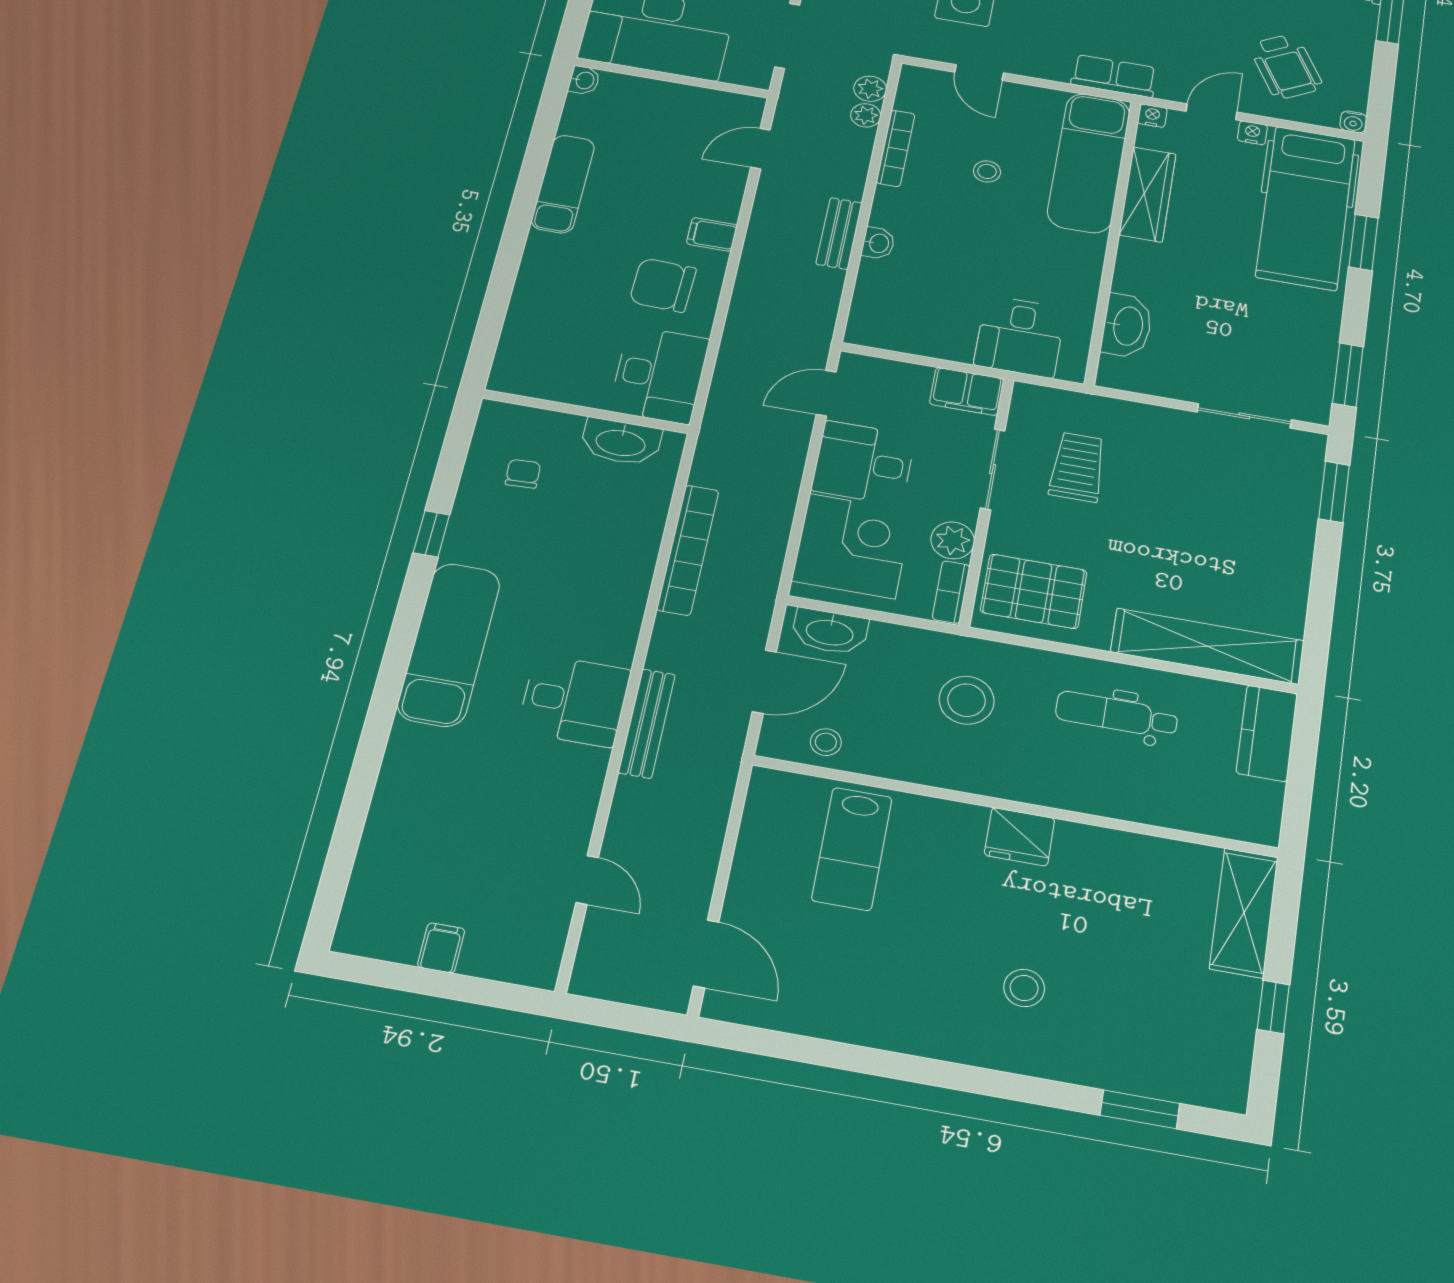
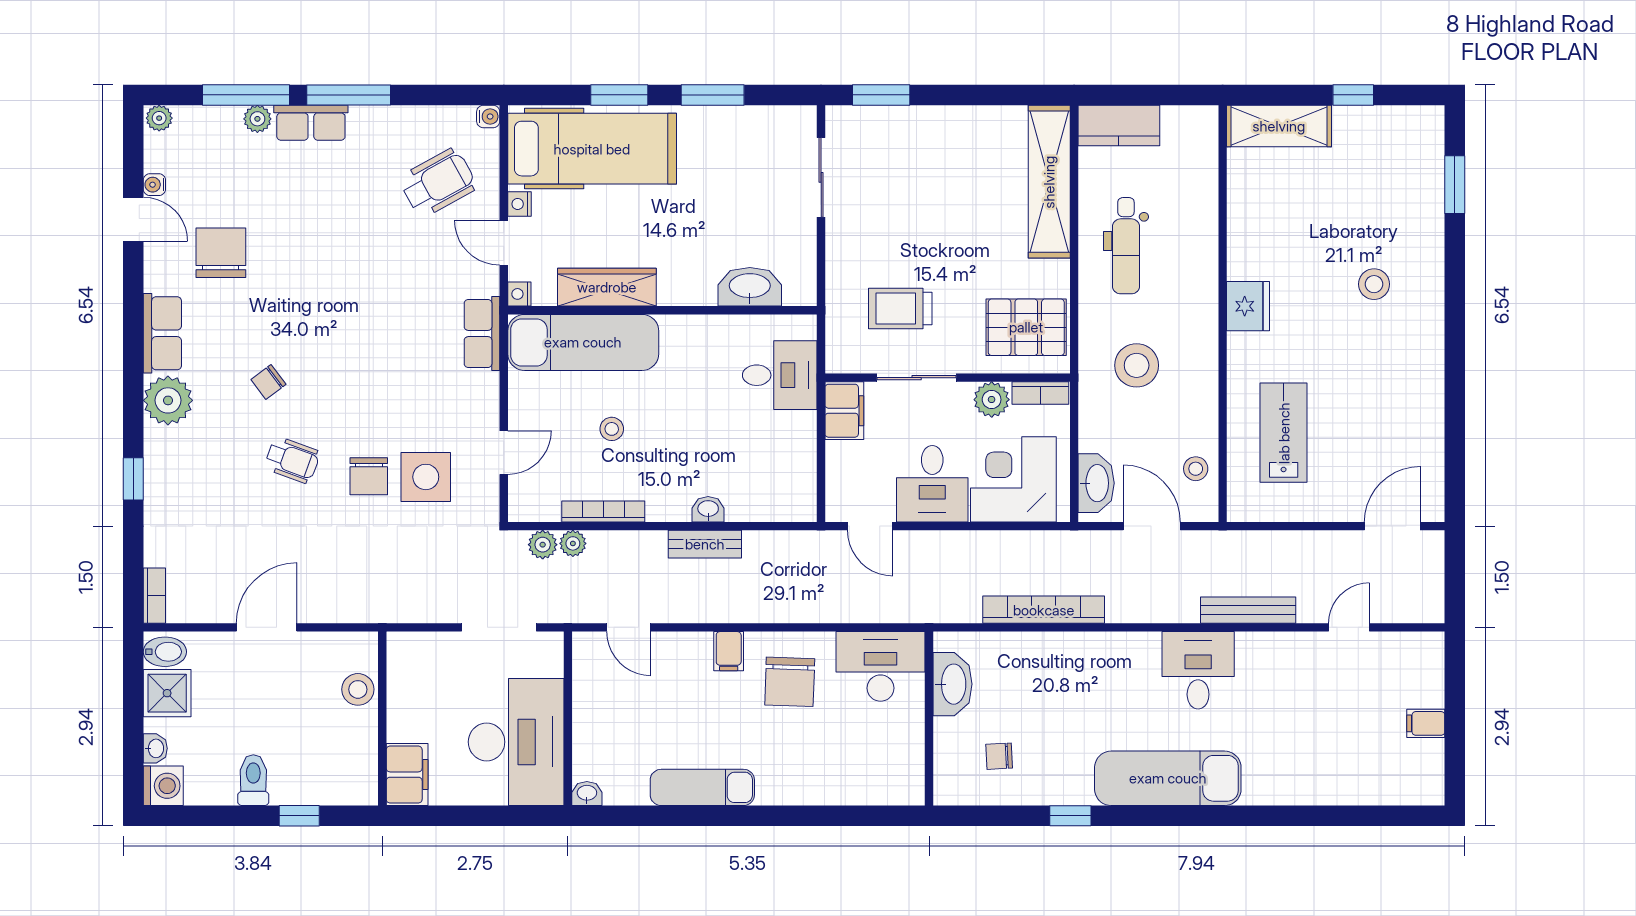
window: (1348, 375) -> (713, 95), moved
pallet: (1034, 591) -> (1026, 327), turned 90
bench: (647, 723) -> (1248, 610), moved
lab bench: (852, 849) -> (1284, 433), turned -90

